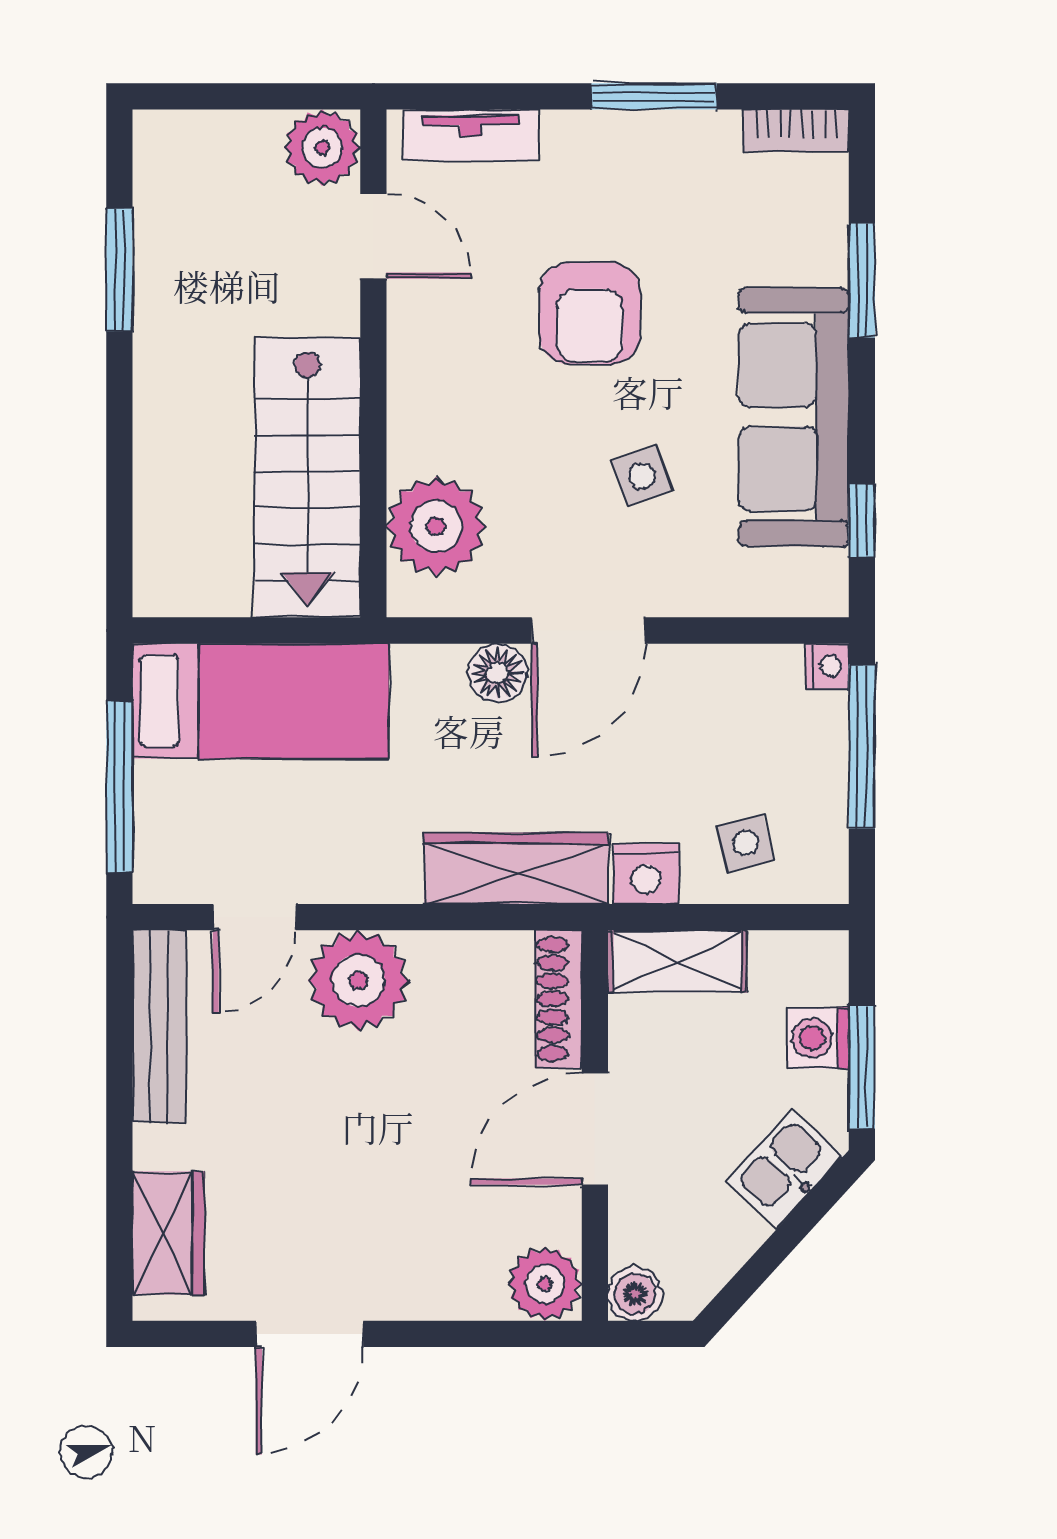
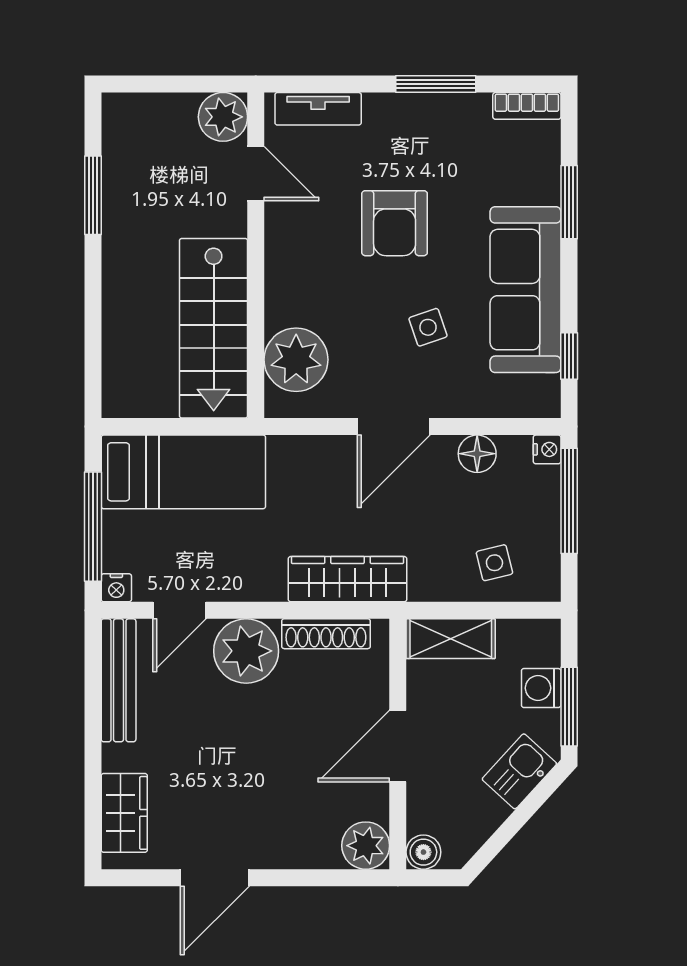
floor lamp: (497, 673) -> (477, 454), moved
nightstand: (646, 874) -> (116, 588), moved, width x0.72, depth x0.74
shoe rack: (558, 999) -> (326, 634), moved, turned -90

